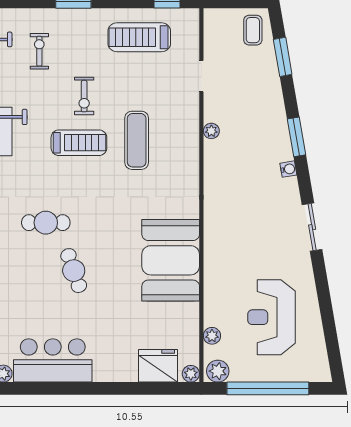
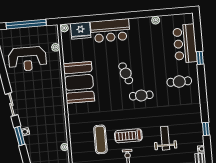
window: (296, 137) -> (20, 136), moved
reception desk: (271, 317) -> (27, 59), turned 90
bar counter: (53, 360) -> (110, 31), moved
plant: (218, 371) -> (51, 30), removed

